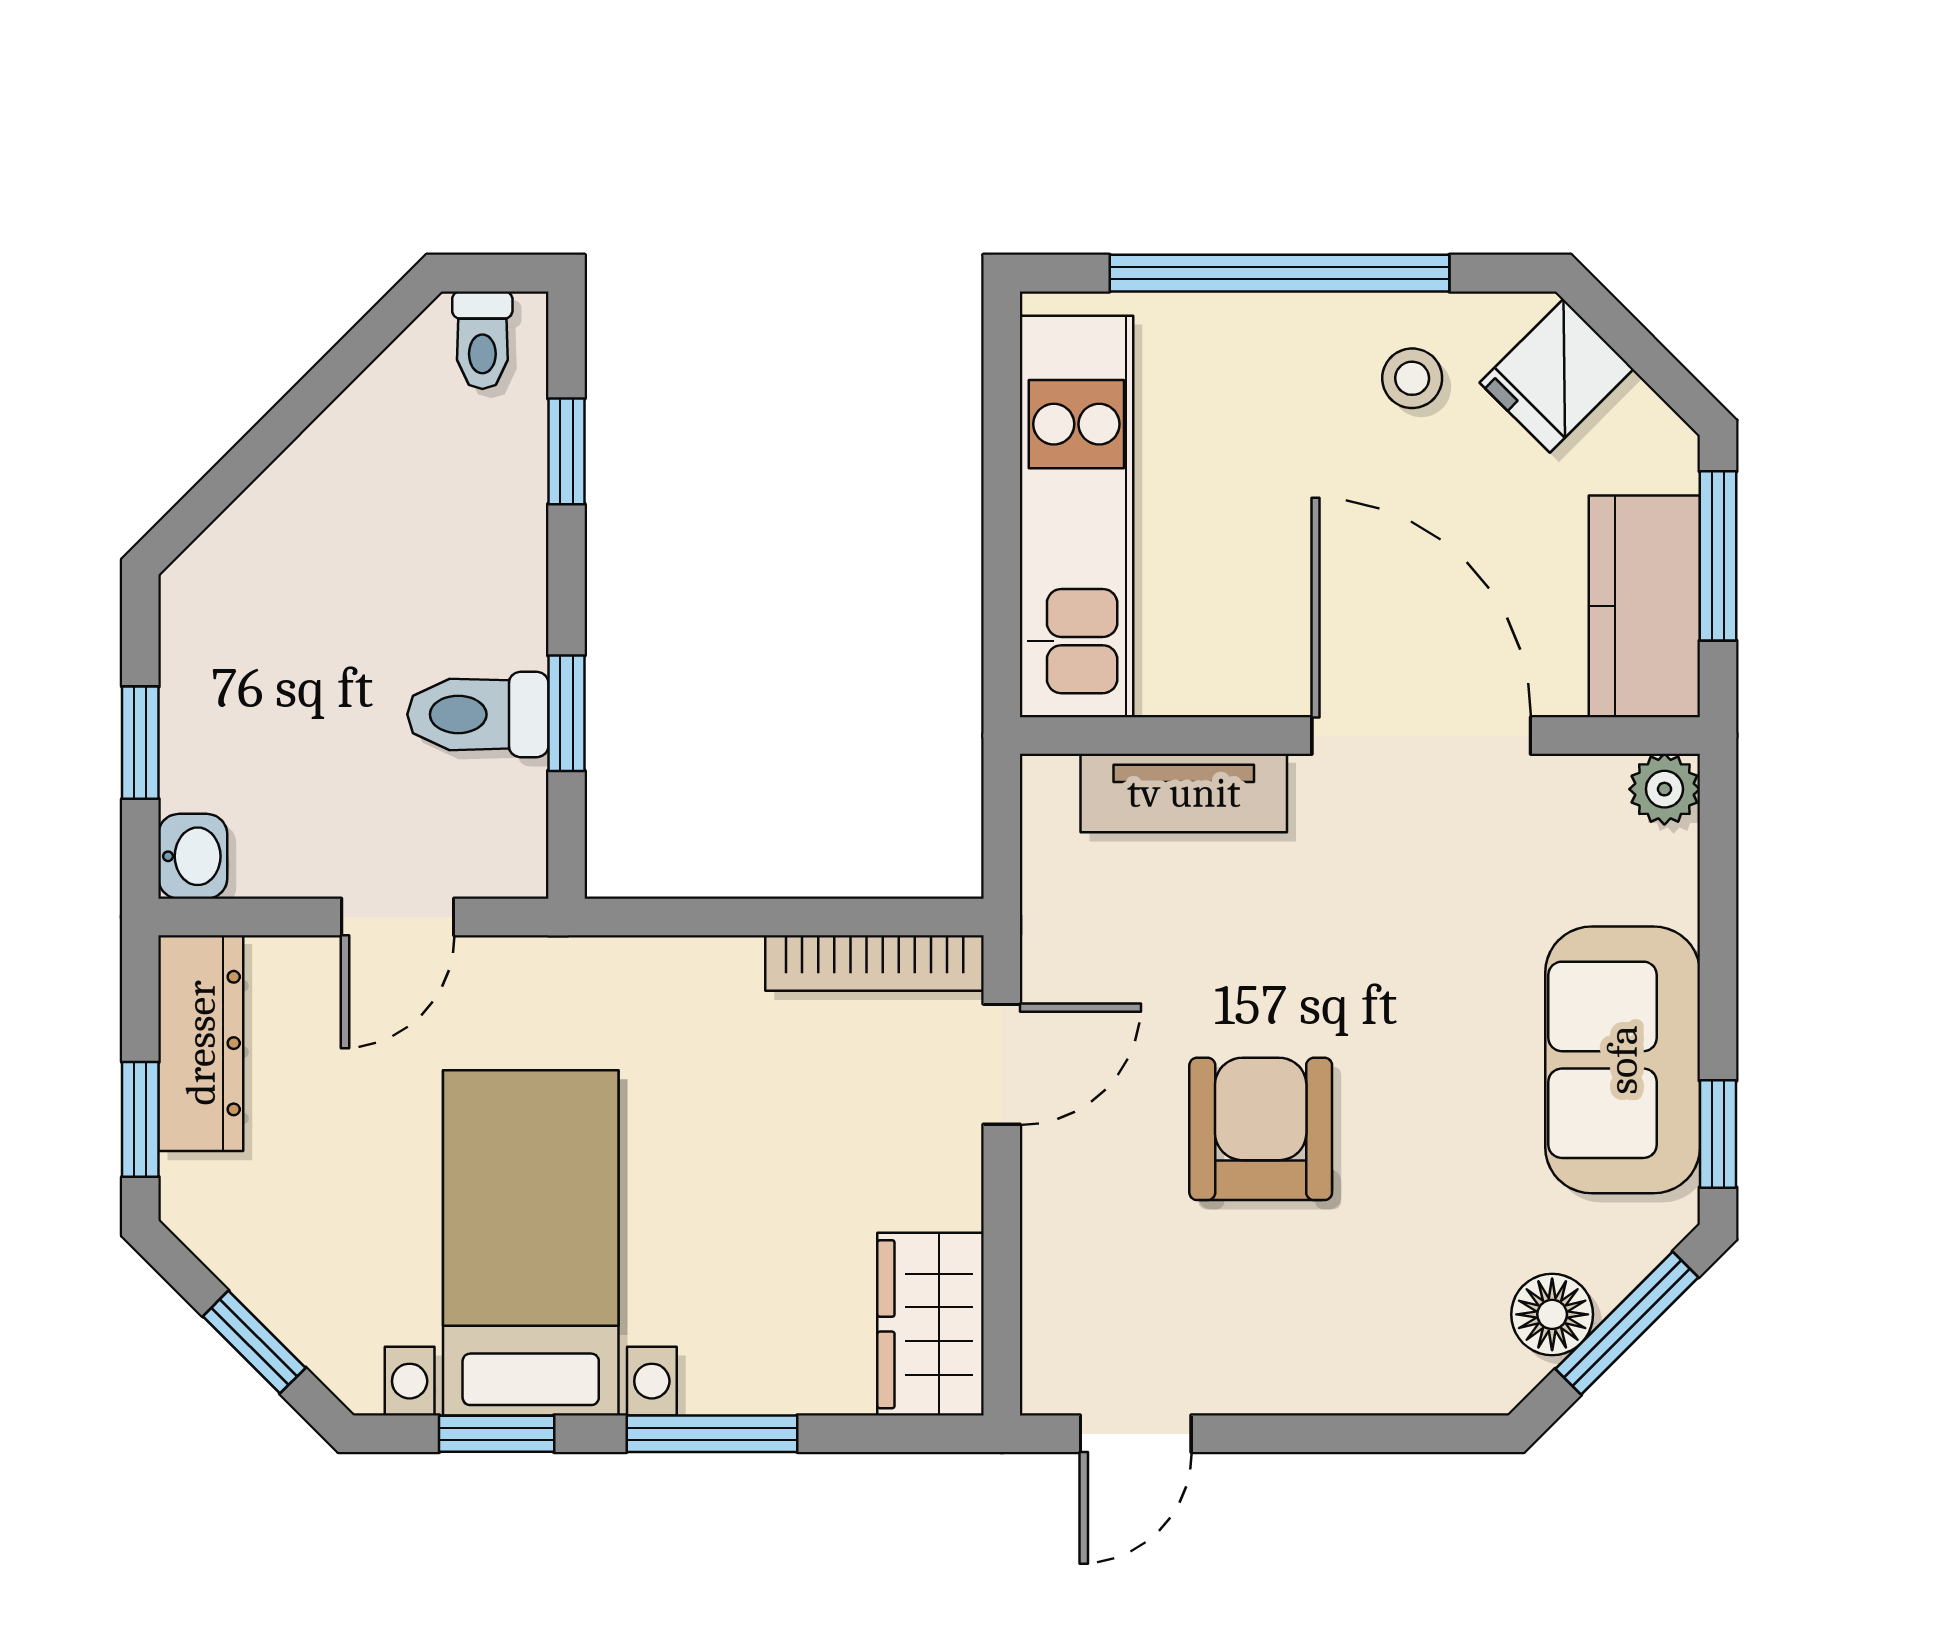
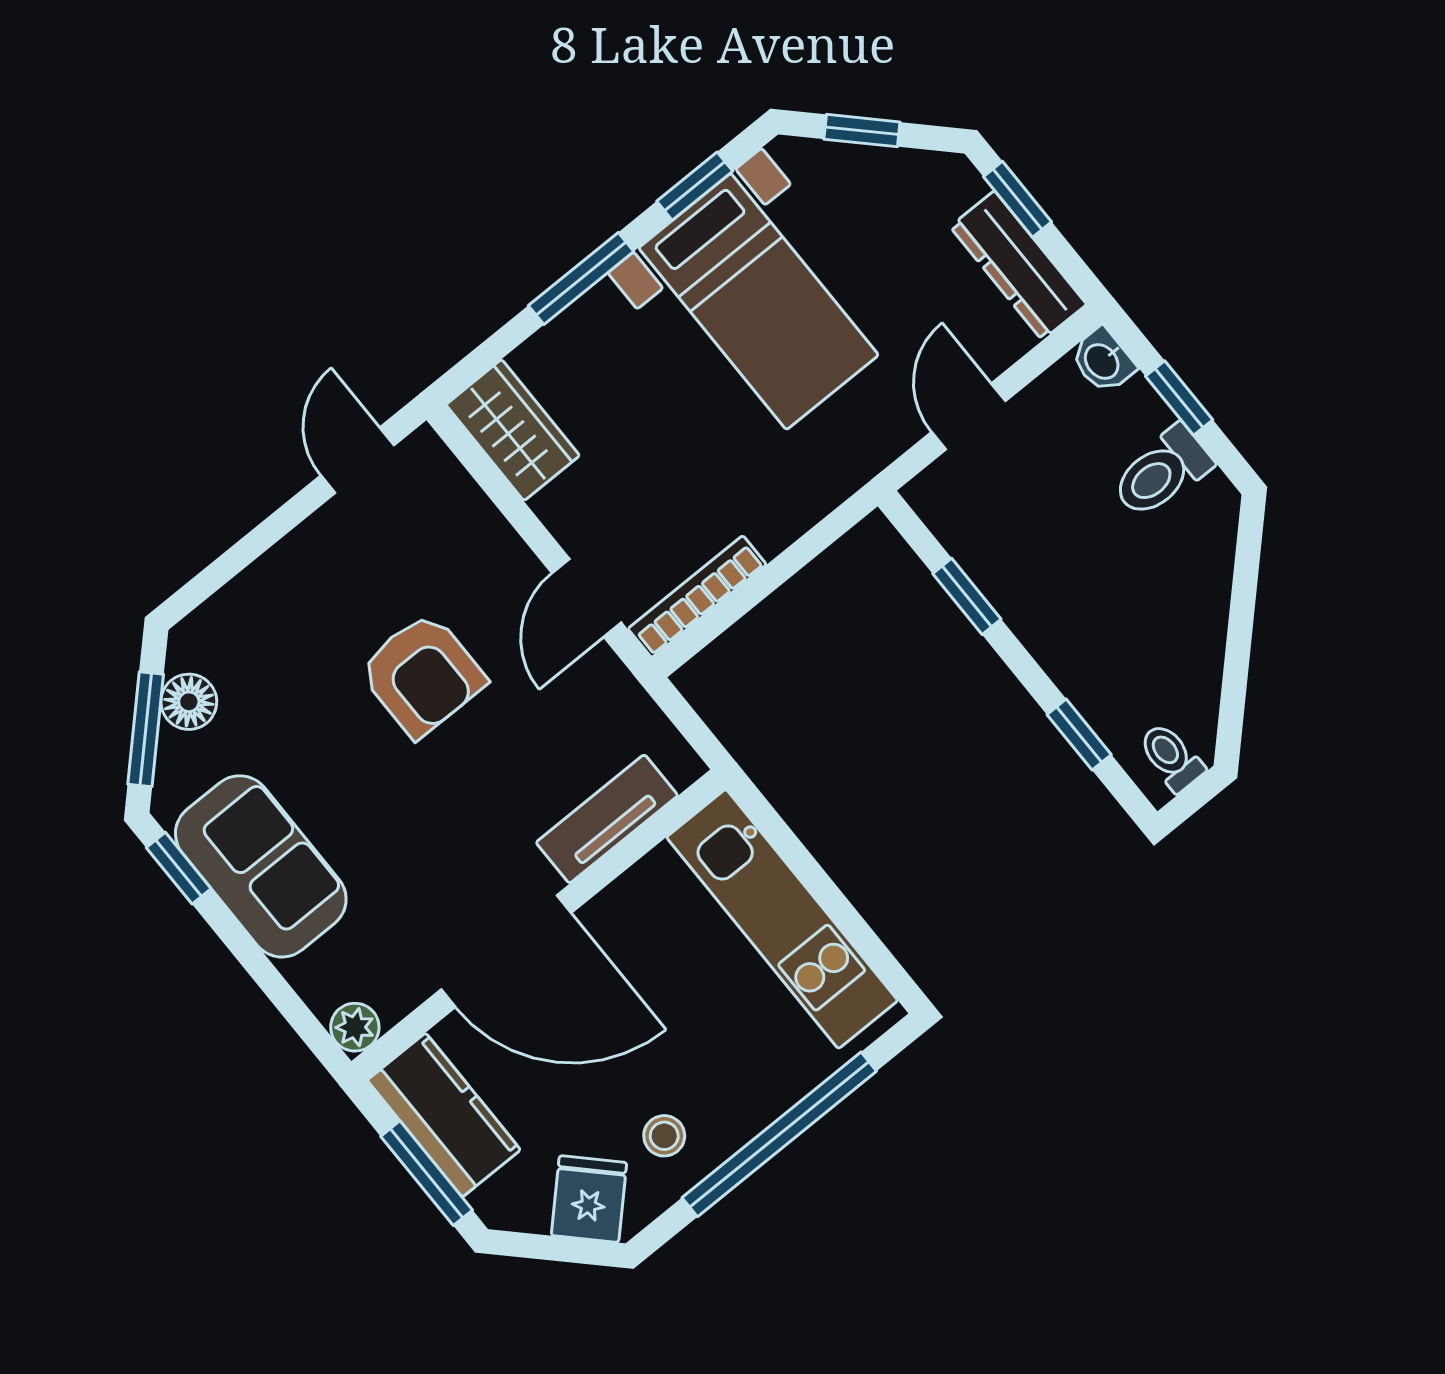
toilet: (478, 714) -> (1162, 472), moved, turned 180

